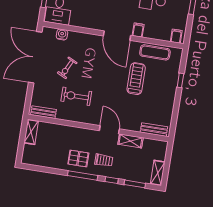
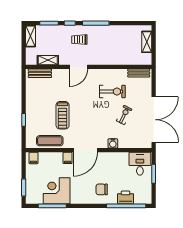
water cooler: (62, 34) -> (113, 143), moved
door: (117, 36) -> (85, 150), swing flipped
door: (109, 130) -> (79, 67), hinge flipped
shelving: (31, 132) -> (147, 42), moved
shelving: (130, 141) -> (48, 60), moved
pallet: (78, 159) -> (102, 37), removed

